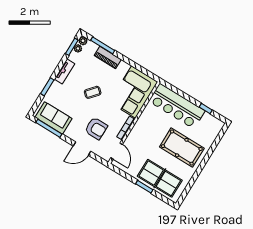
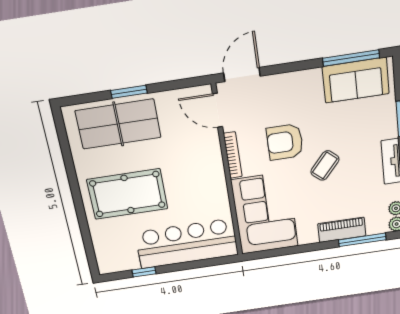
armchair: (96, 128) -> (285, 142), moved
door: (82, 149) -> (242, 75), moved

